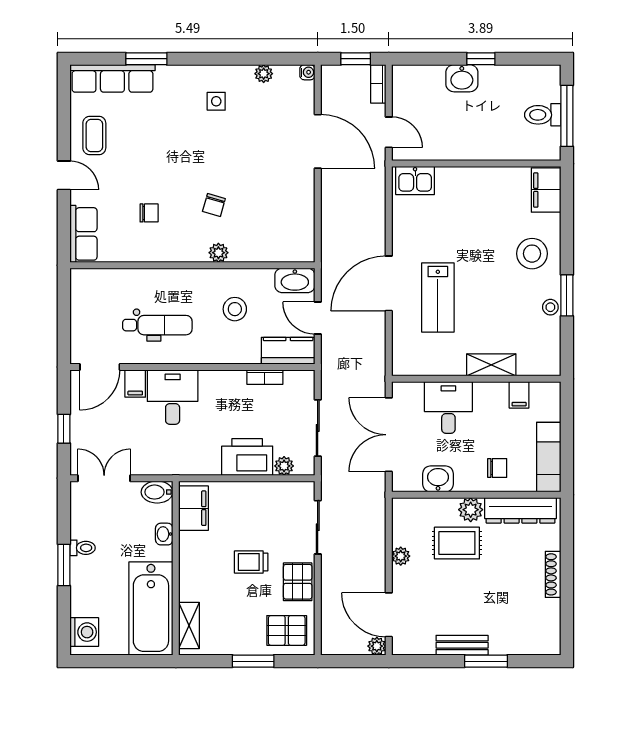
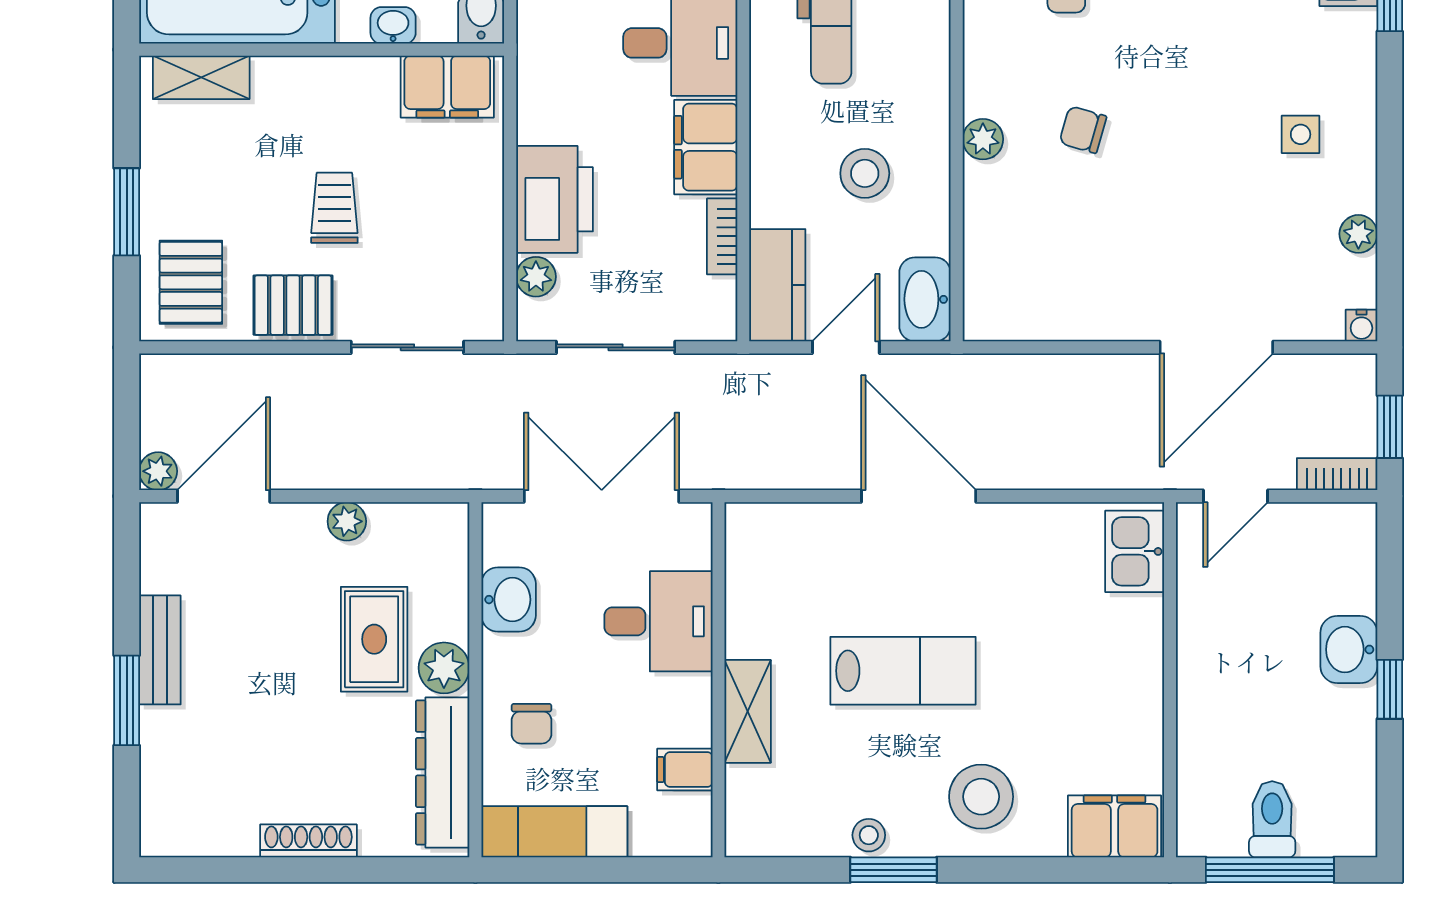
lab bench: (438, 297) -> (903, 671), moved, turned 180
filing cabinet: (222, 385) -> (706, 147), added

